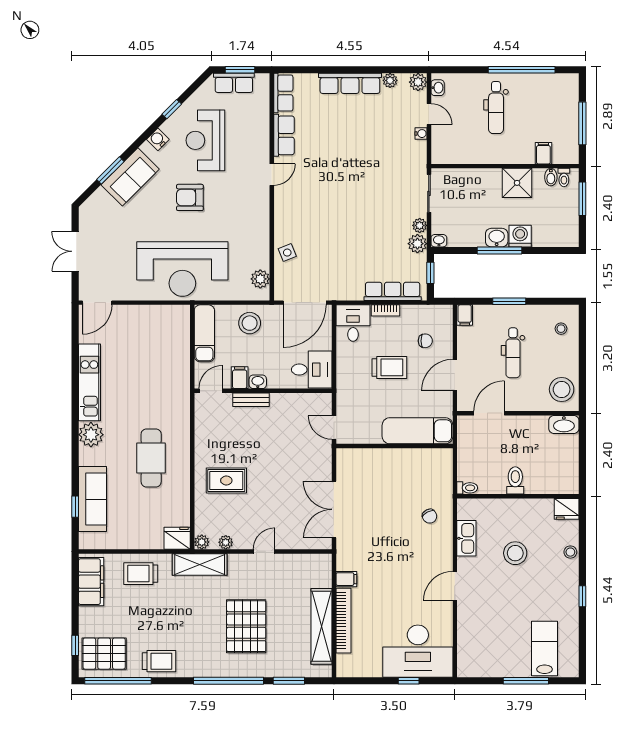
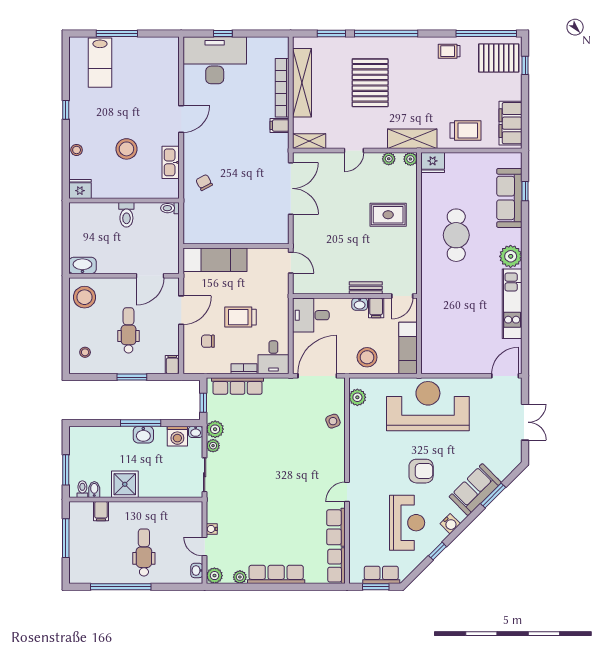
washing machine: (520, 236) -> (177, 436), moved
shelving: (314, 562) -> (309, 141), added
trolley: (159, 661) -> (449, 51), width x0.73, depth x0.72

